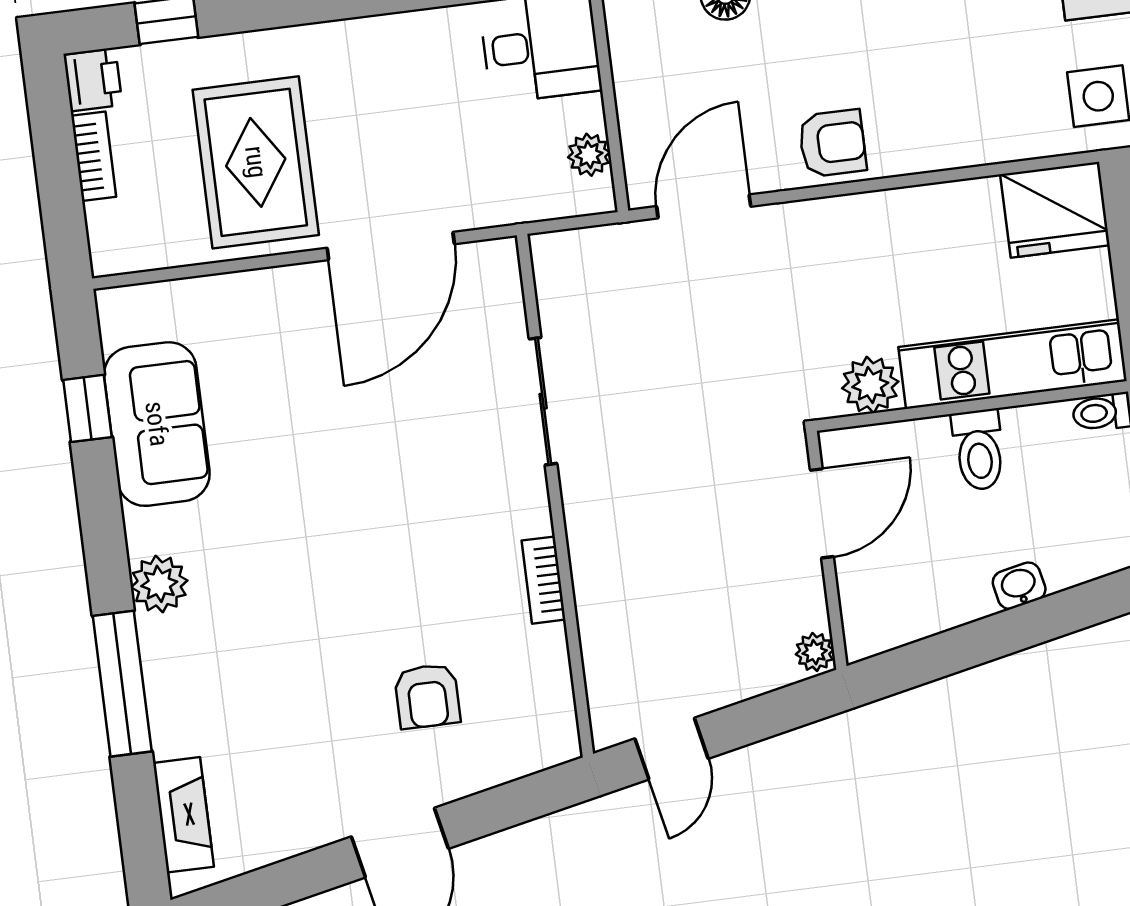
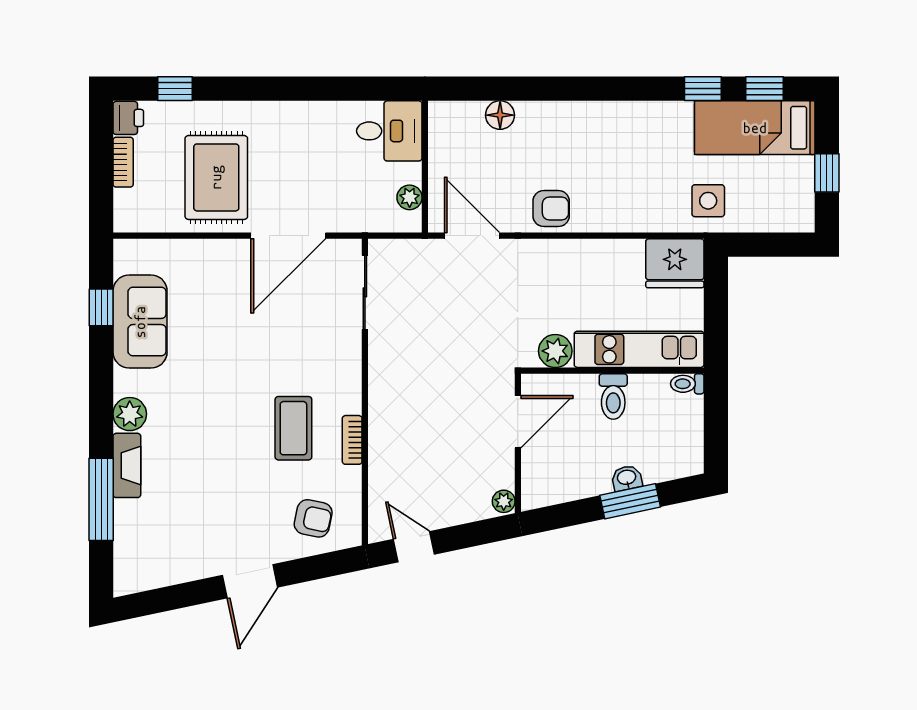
door: (704, 206) -> (472, 236), hinge flipped
sliding door: (543, 401) -> (365, 292), moved
coffee table: (441, 573) -> (293, 428), added
window: (1030, 625) -> (630, 501), added
window: (122, 684) -> (101, 499), moved
armchair: (427, 696) -> (313, 518), moved, turned -78
door: (672, 749) -> (414, 547), swing flipped
fireplace: (183, 815) -> (127, 465), moved

